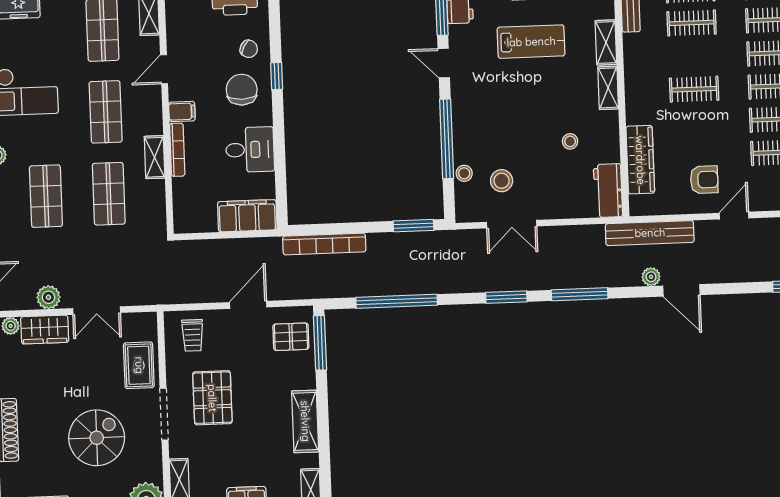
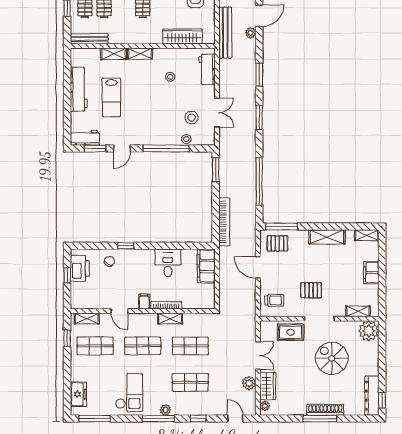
lab bench: (531, 42) -> (111, 97), turned 180
chair: (242, 90) -> (133, 266), removed
workbench: (608, 191) -> (207, 69), moved, turned 90
window: (580, 294) -> (259, 75), width x0.69
pallet: (291, 337) -> (277, 243), turned 90
pallet: (212, 398) -> (311, 290), width x0.67, depth x0.71

